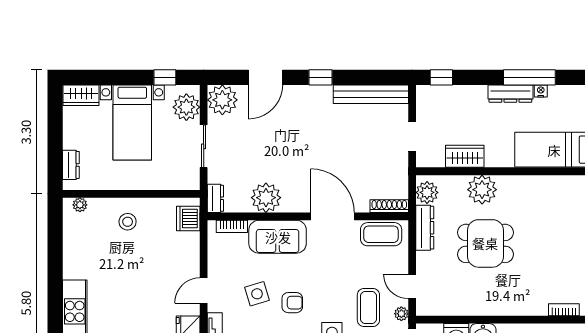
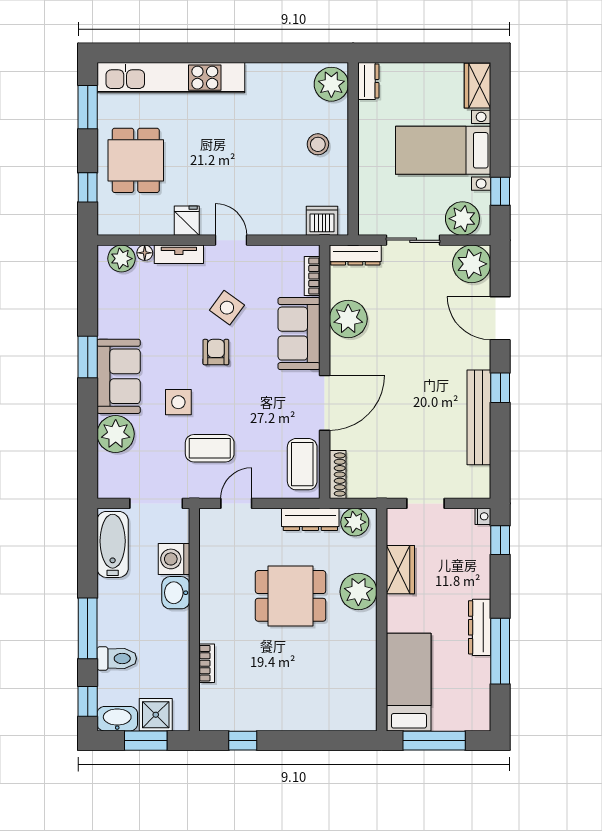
nightstand: (541, 91) -> (483, 516), moved
bench: (371, 94) -> (479, 417), moved
dresser: (71, 165) -> (368, 81), moved, turned -90
dresser: (215, 198) -> (355, 255), width x1.44
plant: (80, 205) -> (331, 84), width x1.87, depth x1.87
dining table: (485, 243) -> (291, 596), turned 90
side table: (257, 294) -> (227, 308), turned -37
armchair: (292, 303) -> (216, 352), turned 180
bookcase: (564, 310) -> (207, 663), moved
plant: (401, 314) -> (202, 490), removed

